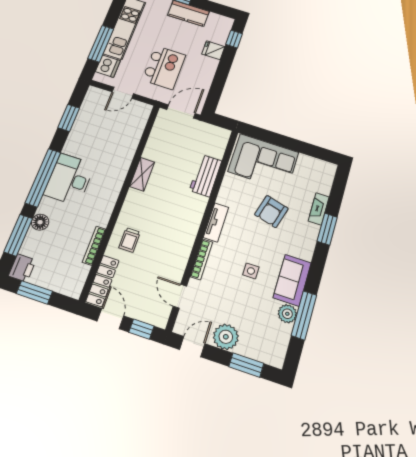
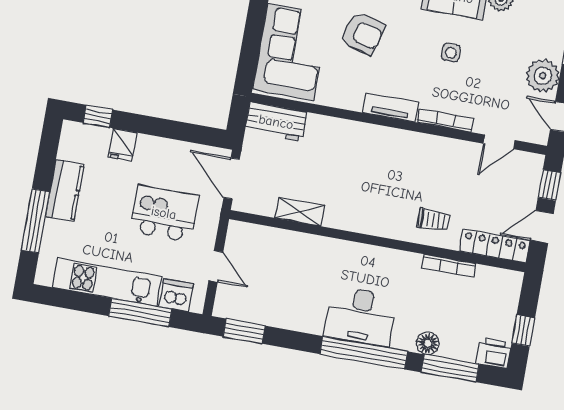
window: (69, 118) -> (244, 331), moved
shelving: (142, 174) -> (300, 212), moved
workbench: (206, 176) -> (276, 122), moved
window: (34, 292) -> (523, 331), width x0.67

